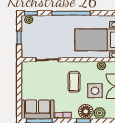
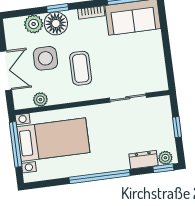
dresser: (42, 20) -> (144, 160), added

